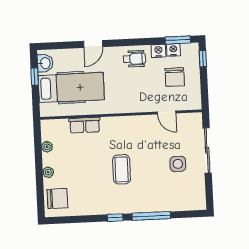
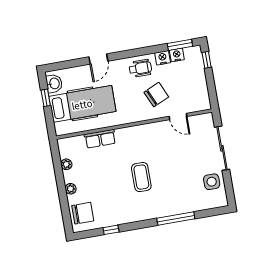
chair: (175, 77) -> (156, 95), moved, turned -114
side table: (178, 164) -> (212, 182), moved
window: (115, 218) -> (111, 230), moved

